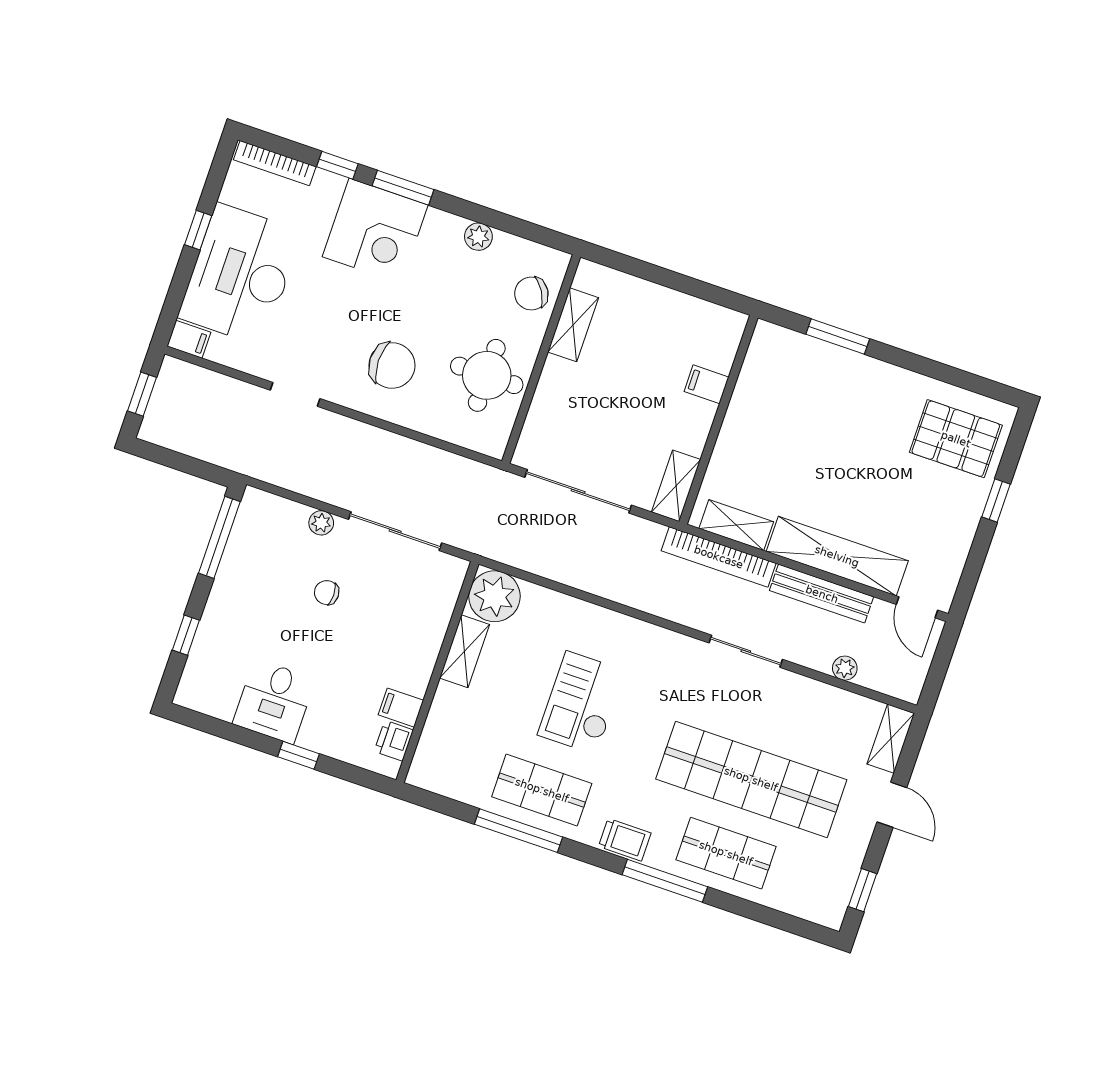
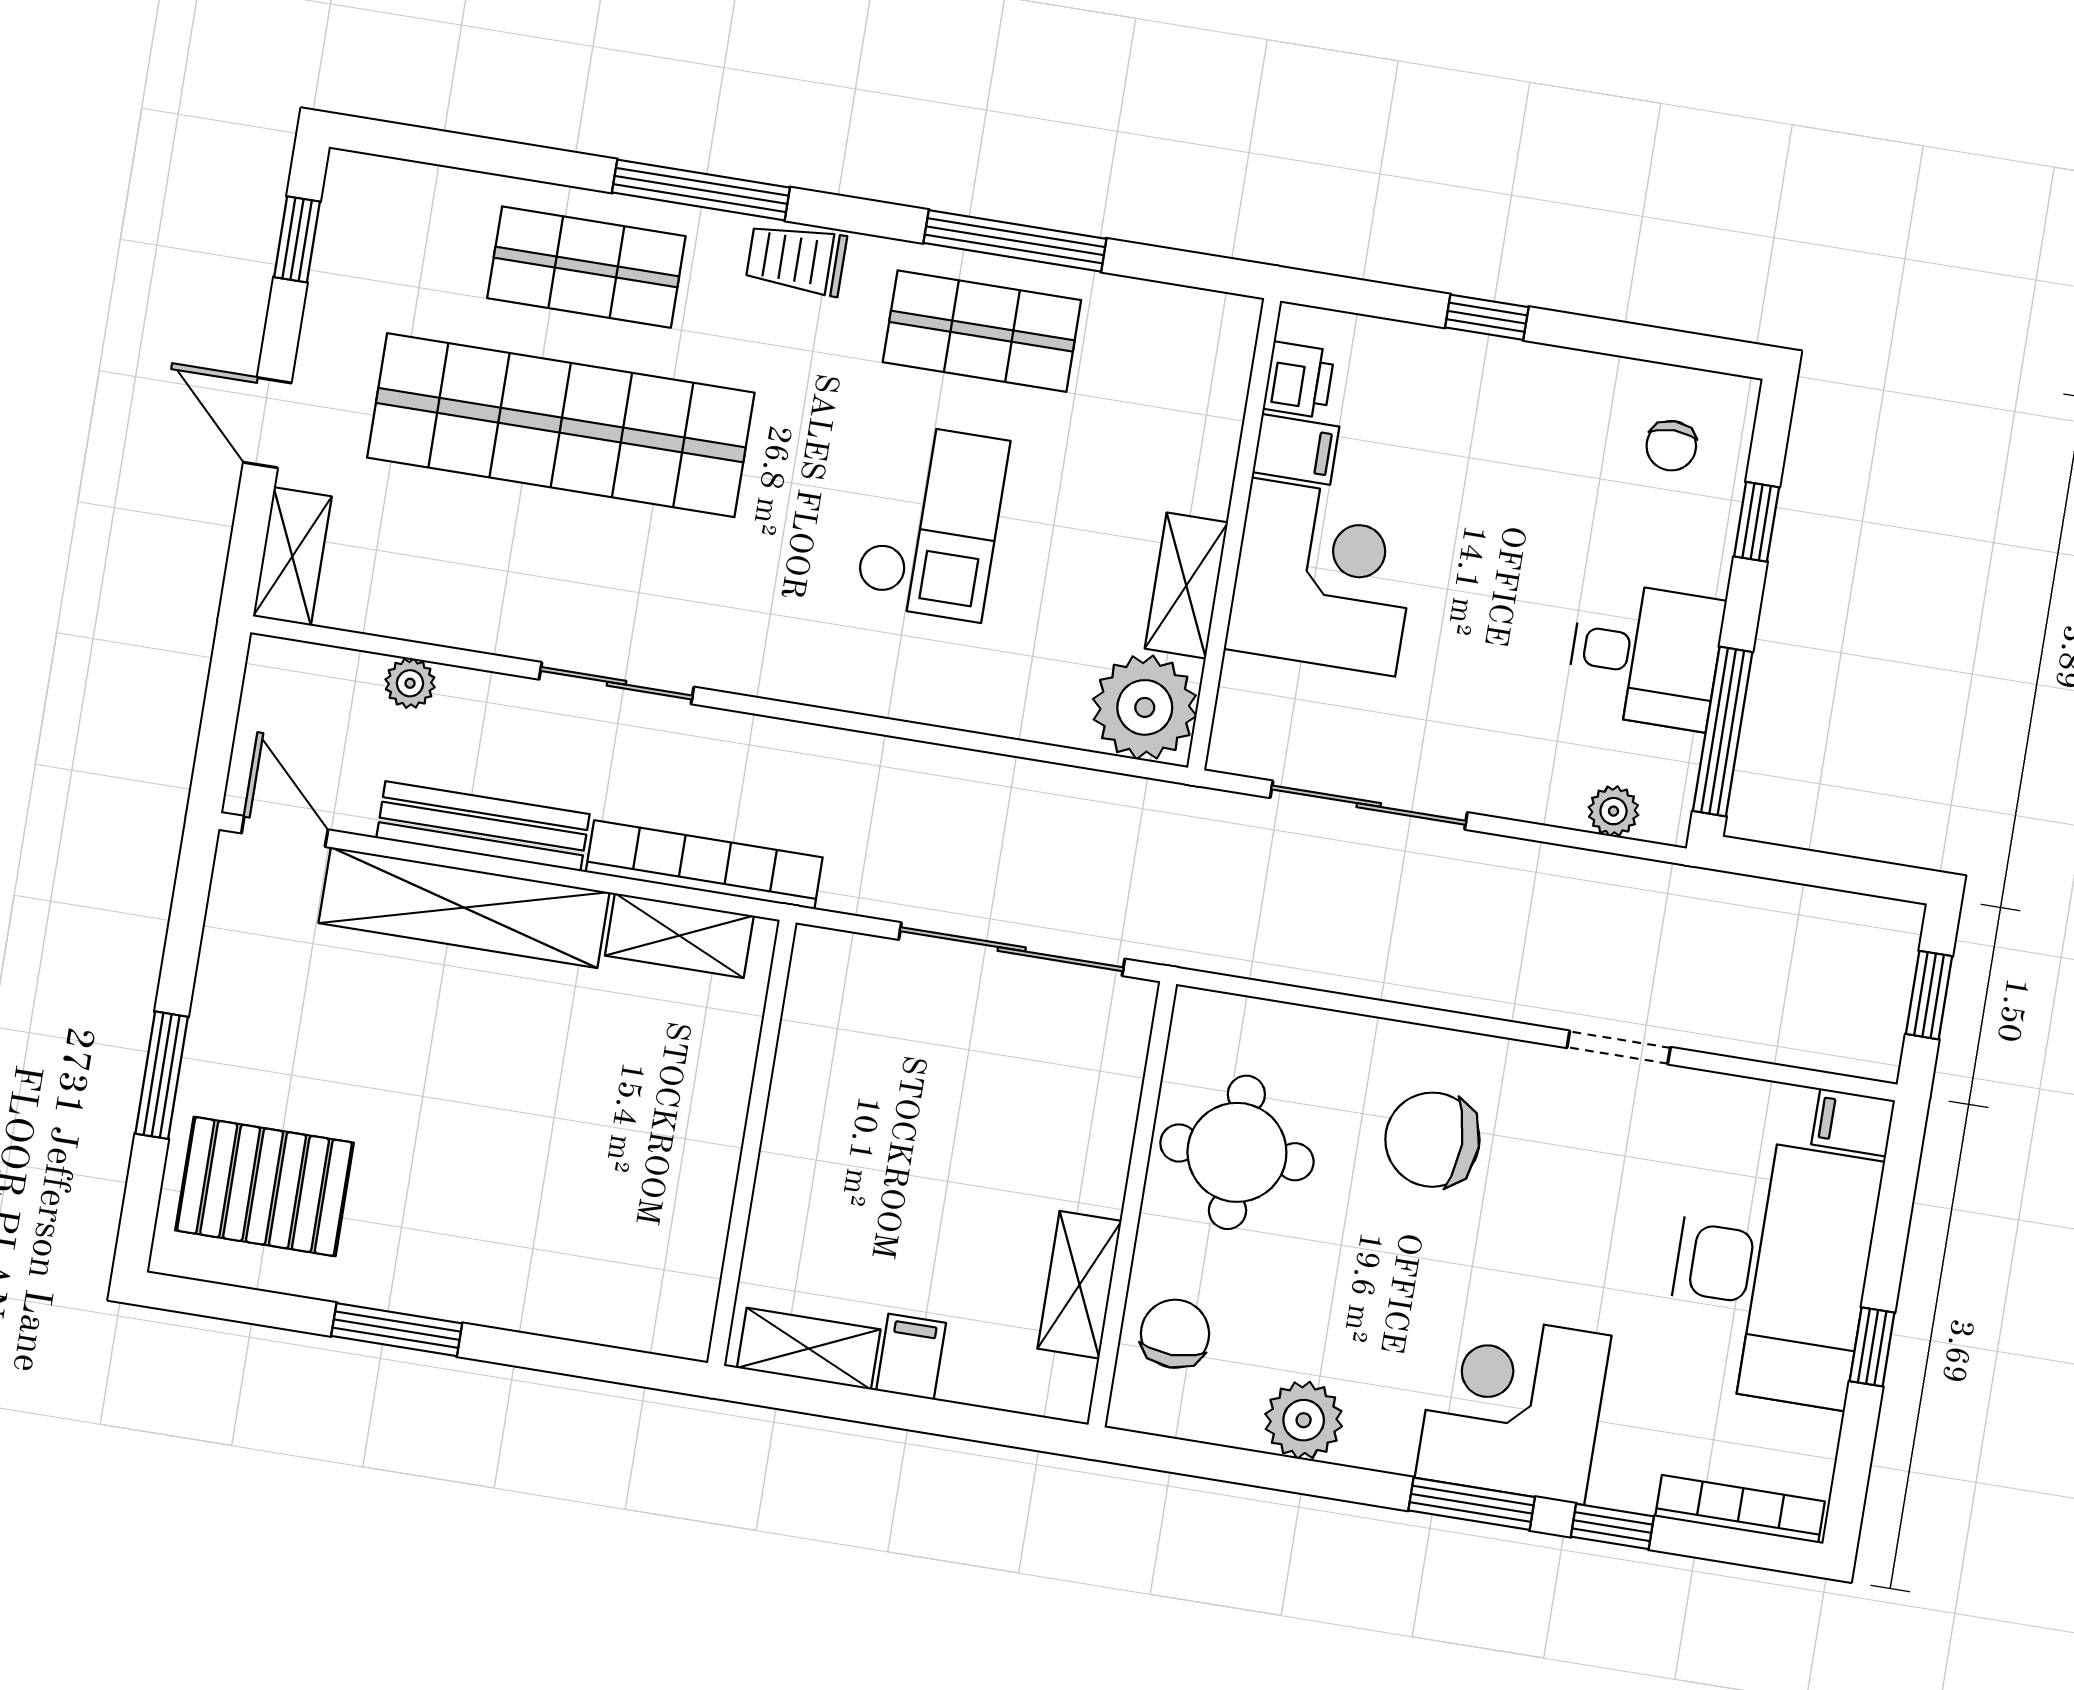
plant: (478, 237) -> (1304, 1420), width x1.38, depth x1.38
chair: (531, 294) -> (1175, 1334), turned -59
window: (838, 336) -> (397, 1330), moved
filing cabinet: (707, 384) -> (911, 1357), moved, turned -90
shelving: (676, 486) -> (809, 1349), moved, turned 90
window: (996, 501) -> (162, 1075), width x1.50
plant: (321, 523) -> (1613, 811), moved
chair: (327, 593) -> (1671, 446), moved, turned 90
corner desk: (398, 644) -> (1323, 577), added
desk: (274, 701) -> (1645, 655), moved, turned 90

